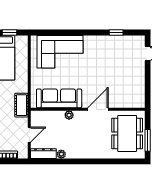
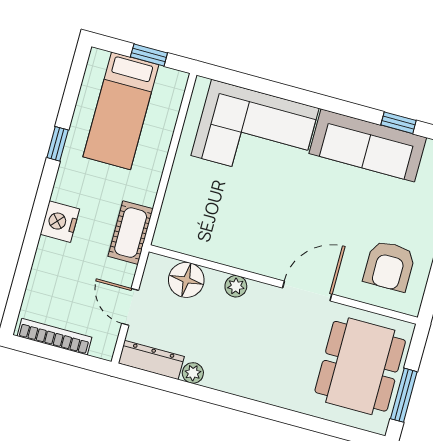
armchair: (128, 90) -> (389, 266), added
sofa: (59, 98) -> (368, 145), moved, turned 180
floor lamp: (49, 118) -> (186, 280), added
door: (29, 135) -> (130, 307), swing flipped

